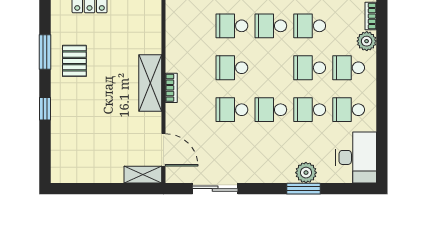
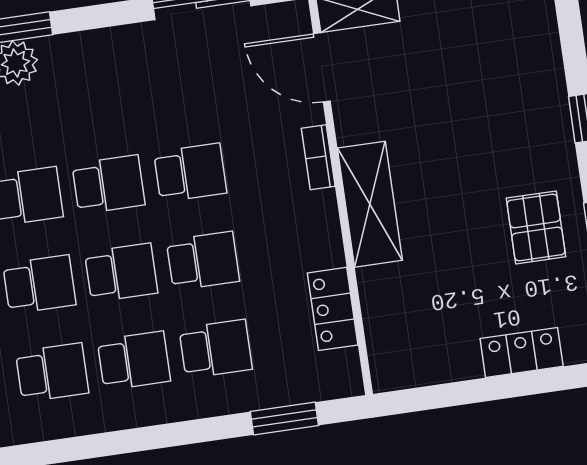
locker: (175, 37) -> (333, 309), added
school desk: (271, 68) -> (121, 273), added
bookcase: (171, 88) -> (318, 157), moved

